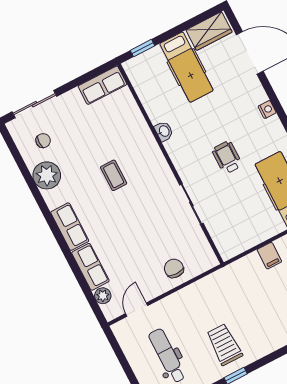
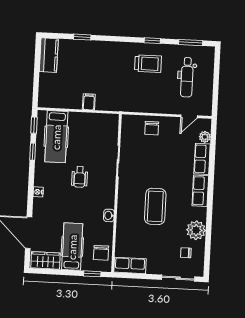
chair: (147, 80) -> (101, 253), added
coffee table: (114, 175) -> (155, 206), width x1.86, depth x1.72
trolley: (224, 345) -> (148, 64), turned -90

